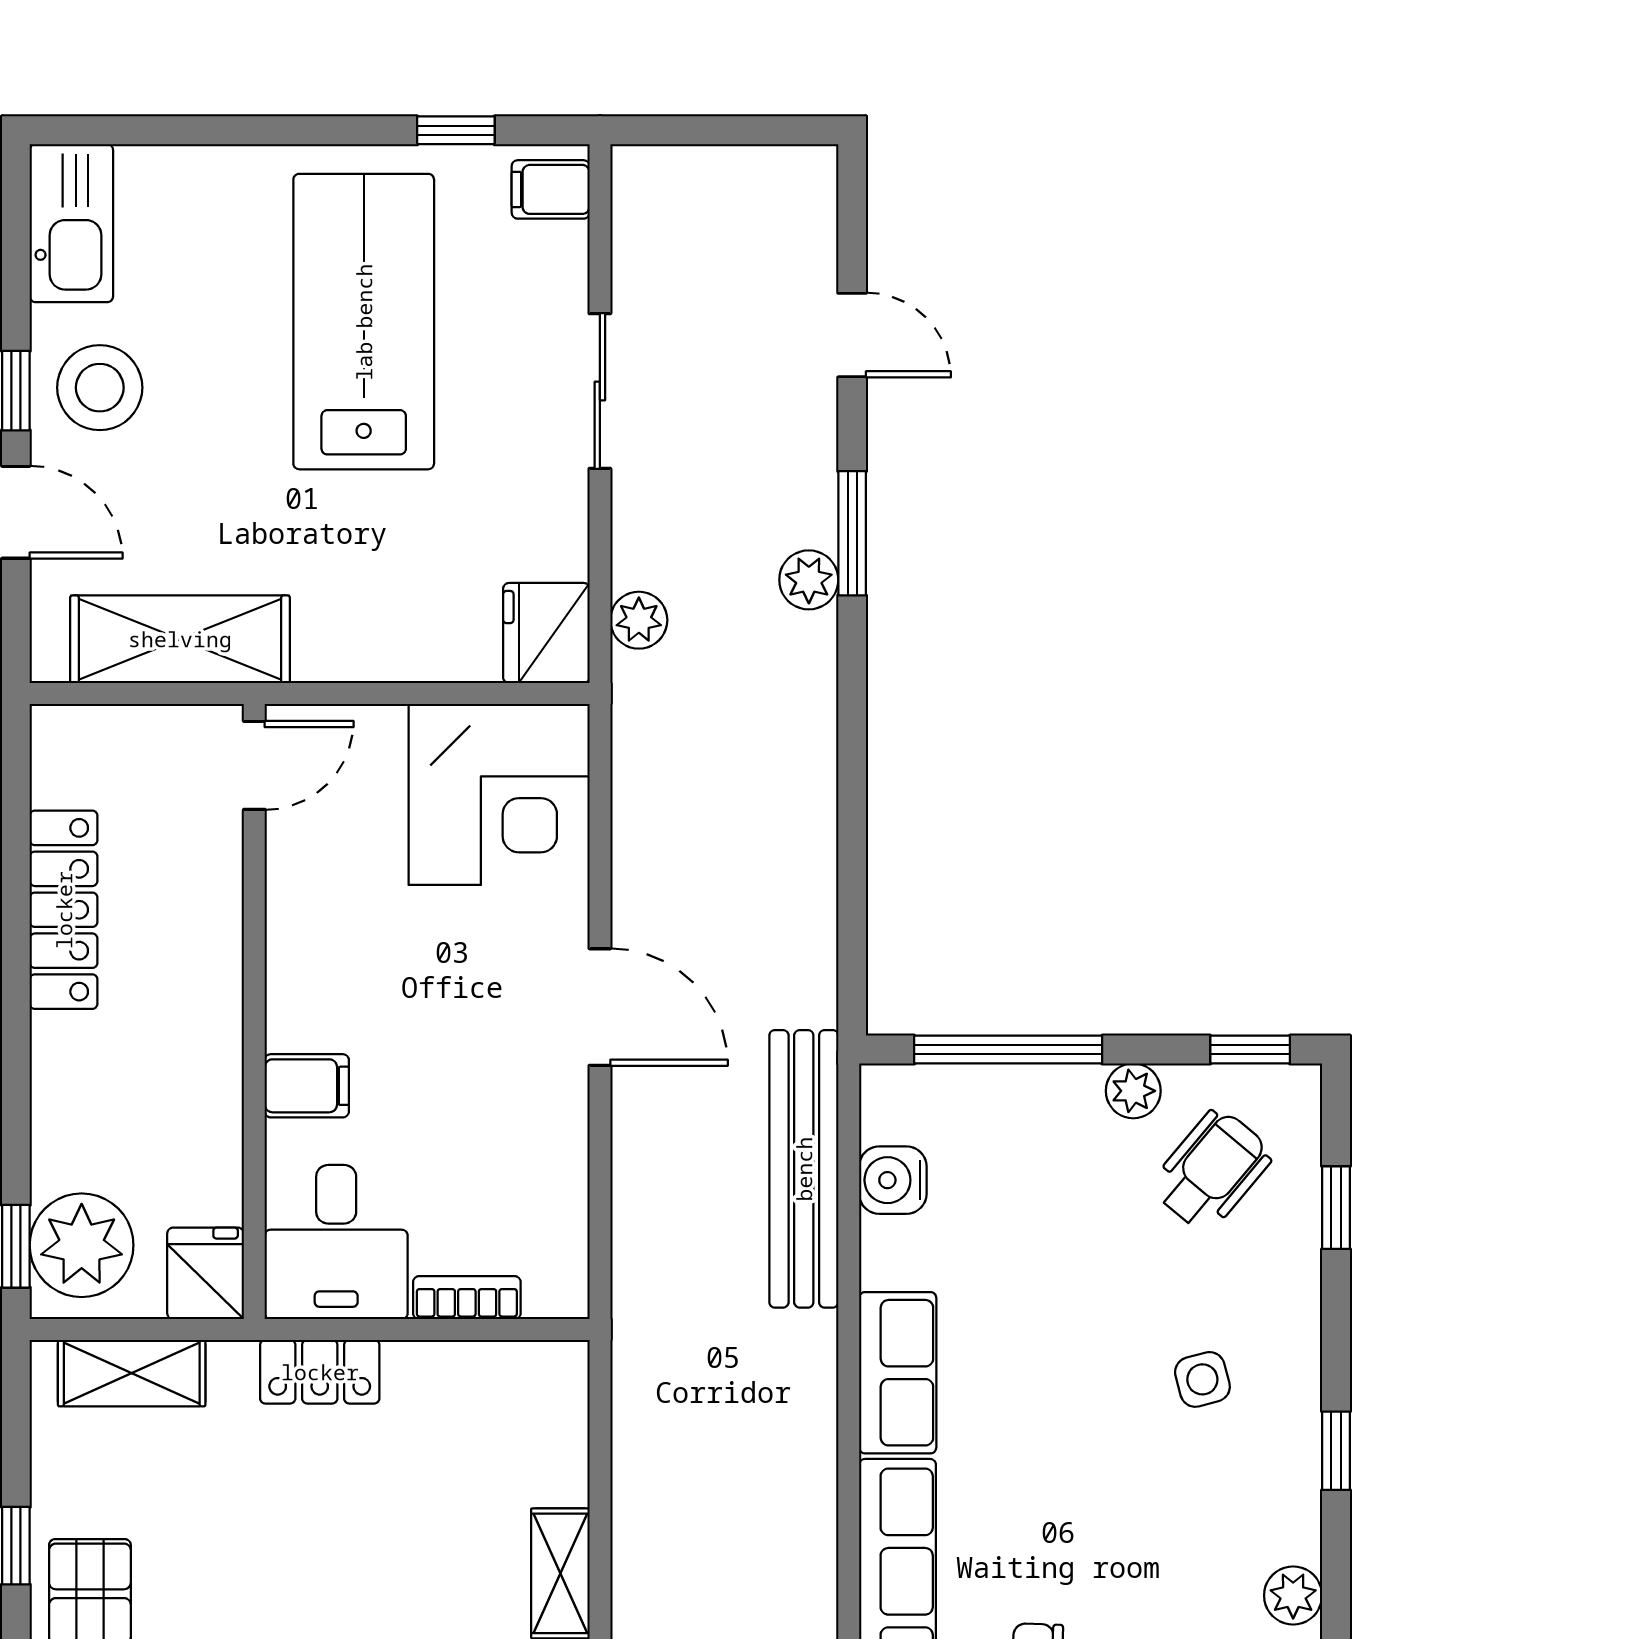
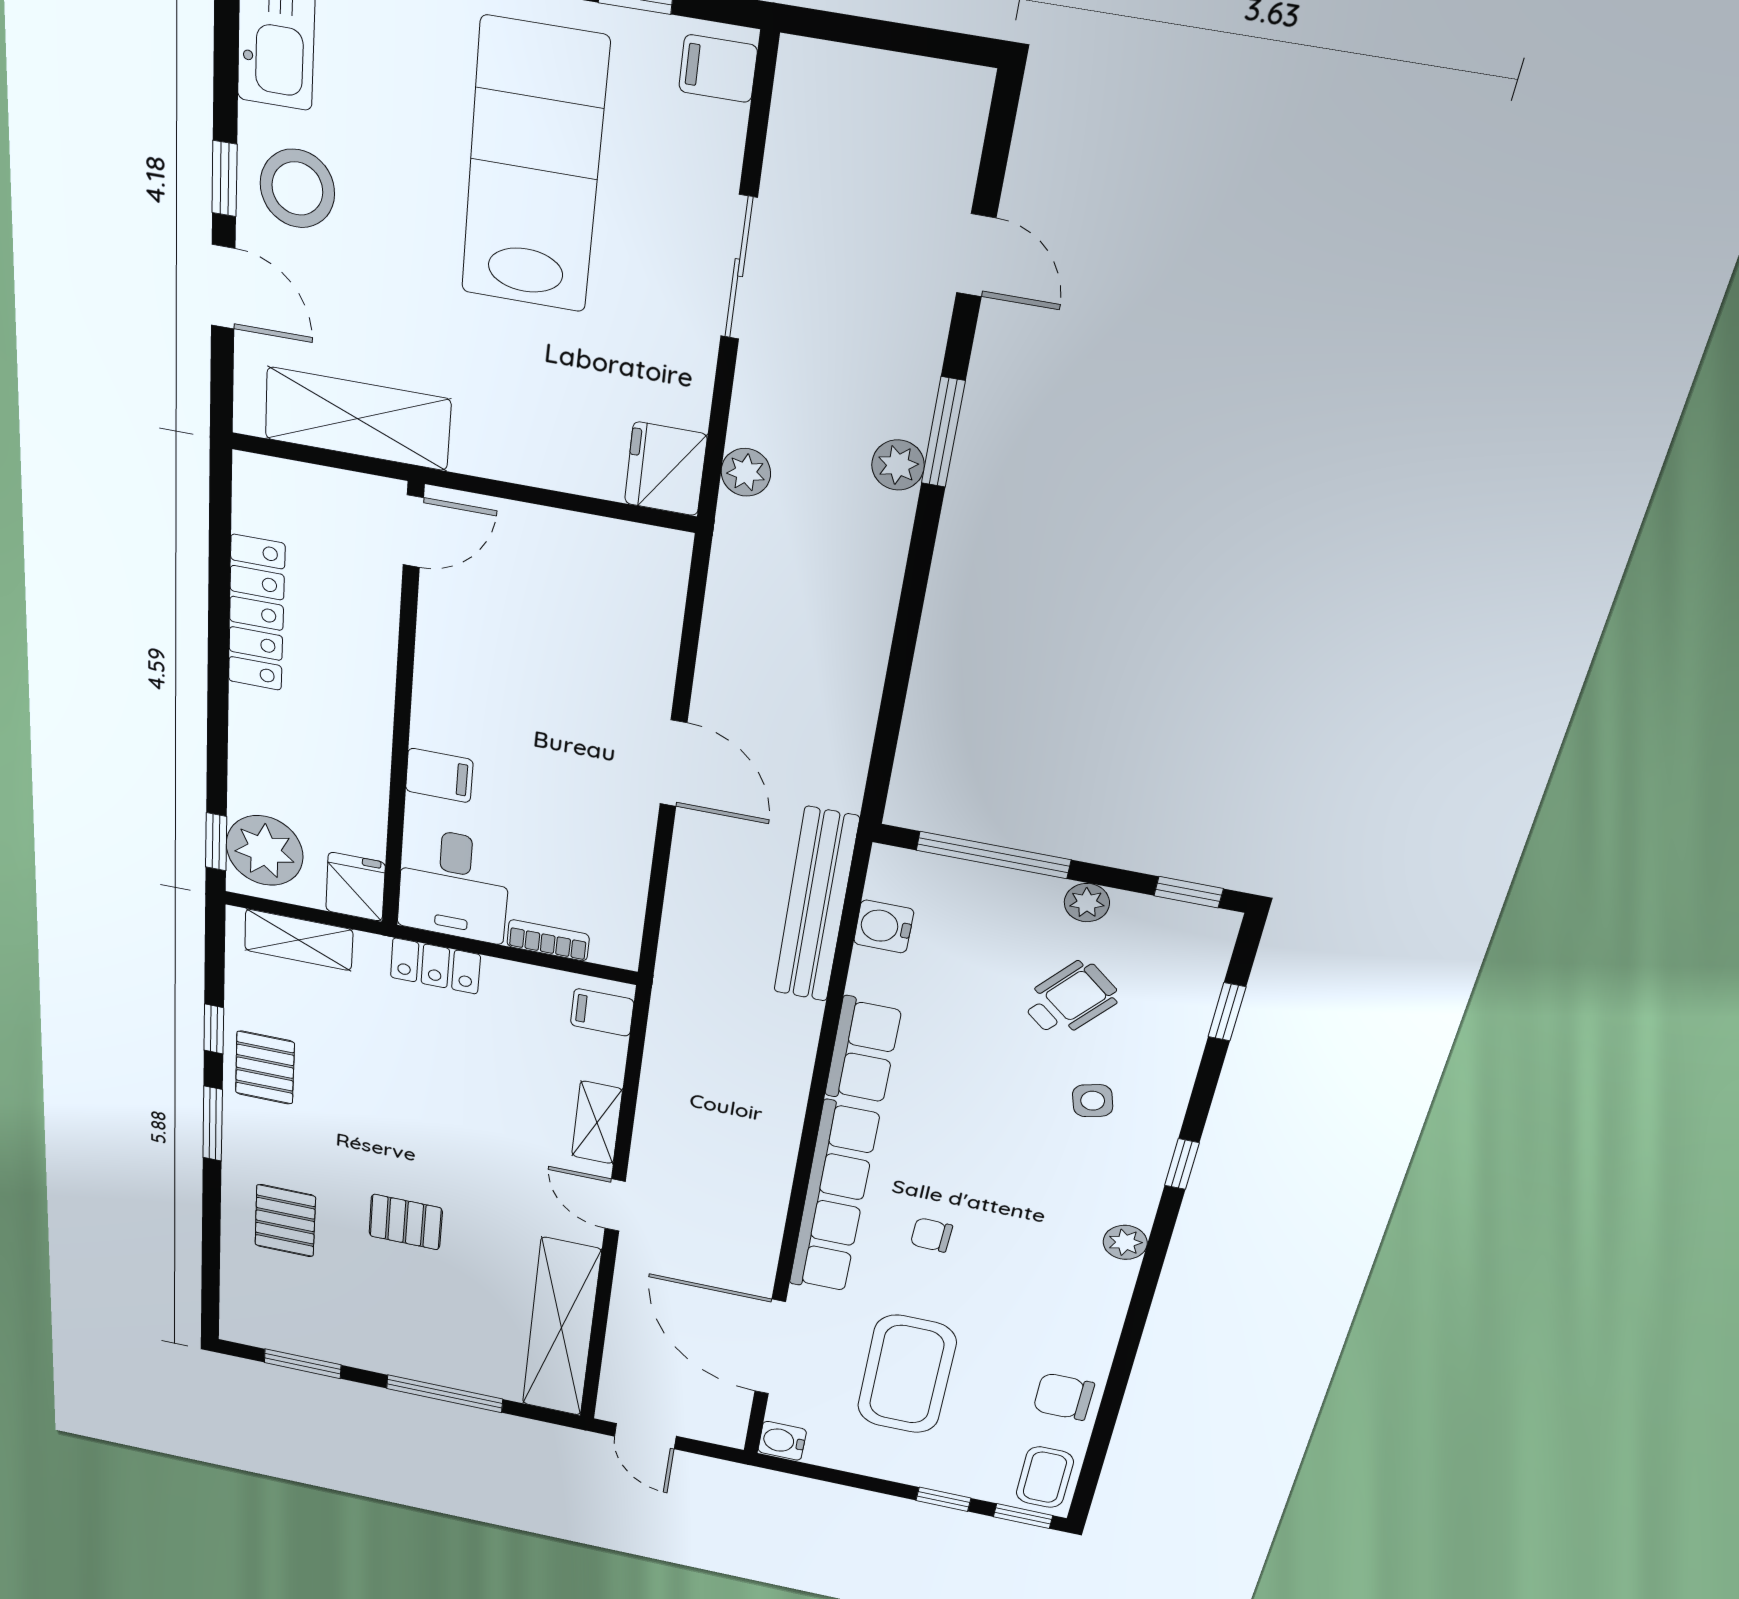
corner desk: (499, 794) -> (611, 591), removed
wheelchair: (1212, 1170) -> (1070, 999), moved
filing cabinet: (549, 1393) -> (602, 1012), added

